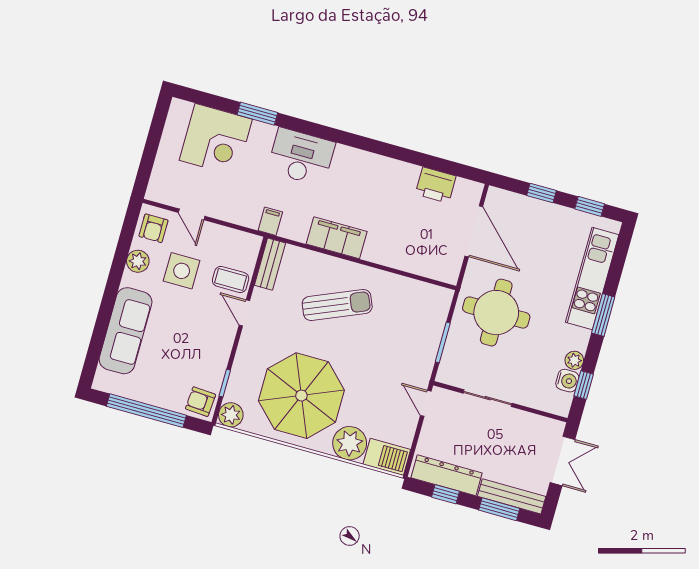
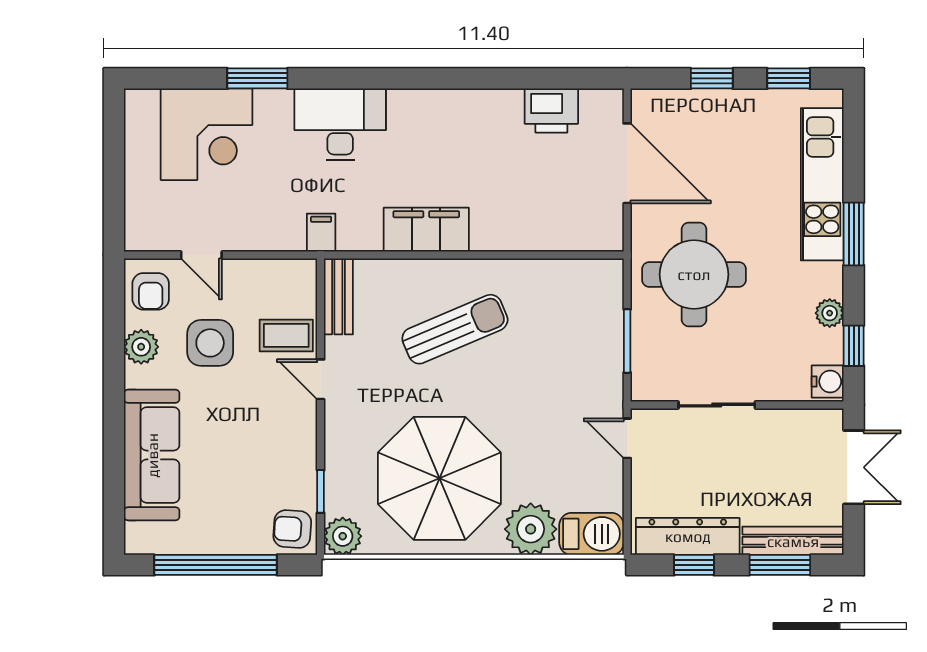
water cooler: (567, 381) -> (828, 381), moved

